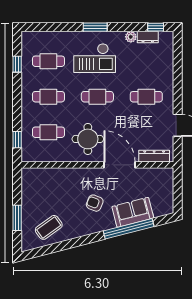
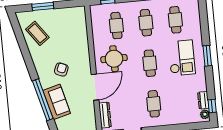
plant: (131, 37) -> (205, 114), moved
checkout: (95, 58) -> (182, 58), turned 180

